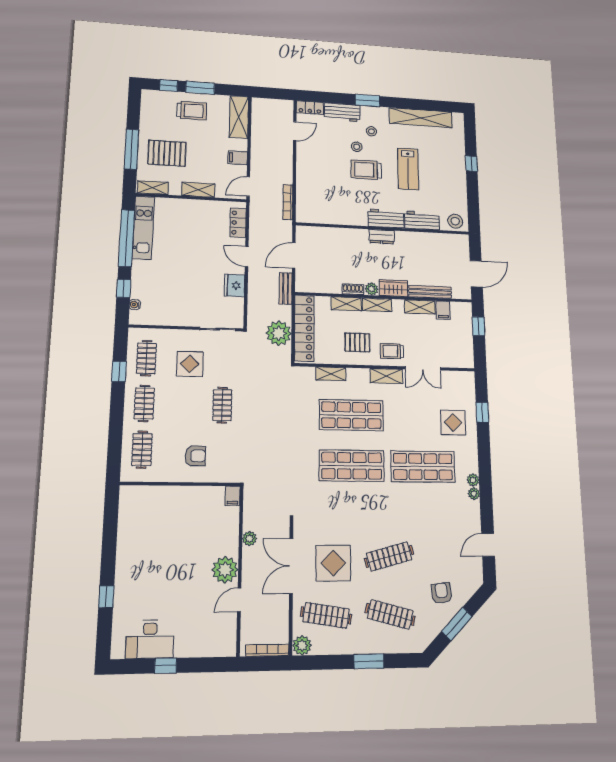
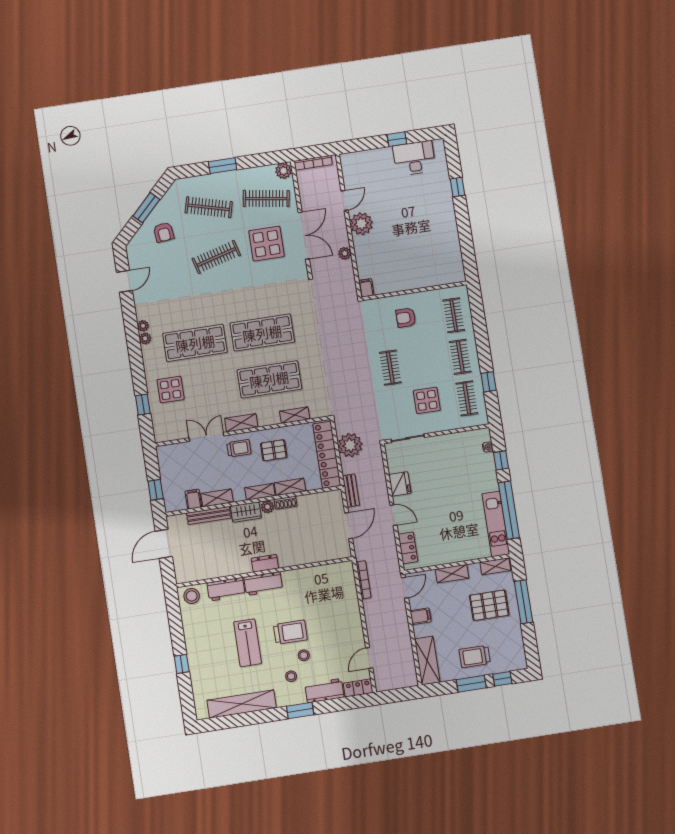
lab bench: (408, 169) -> (248, 643), turned 180

